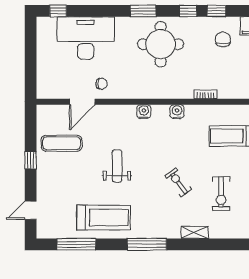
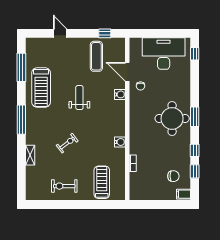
desk: (86, 38) -> (164, 54), moved, turned -90
round table: (161, 44) -> (172, 119), moved
water cooler: (144, 112) -> (120, 94), moved
window: (31, 160) -> (105, 33), moved
weight bench: (117, 166) -> (79, 98), turned -90
exercise bike: (221, 194) -> (64, 186), moved
door: (31, 210) -> (60, 33), moved

